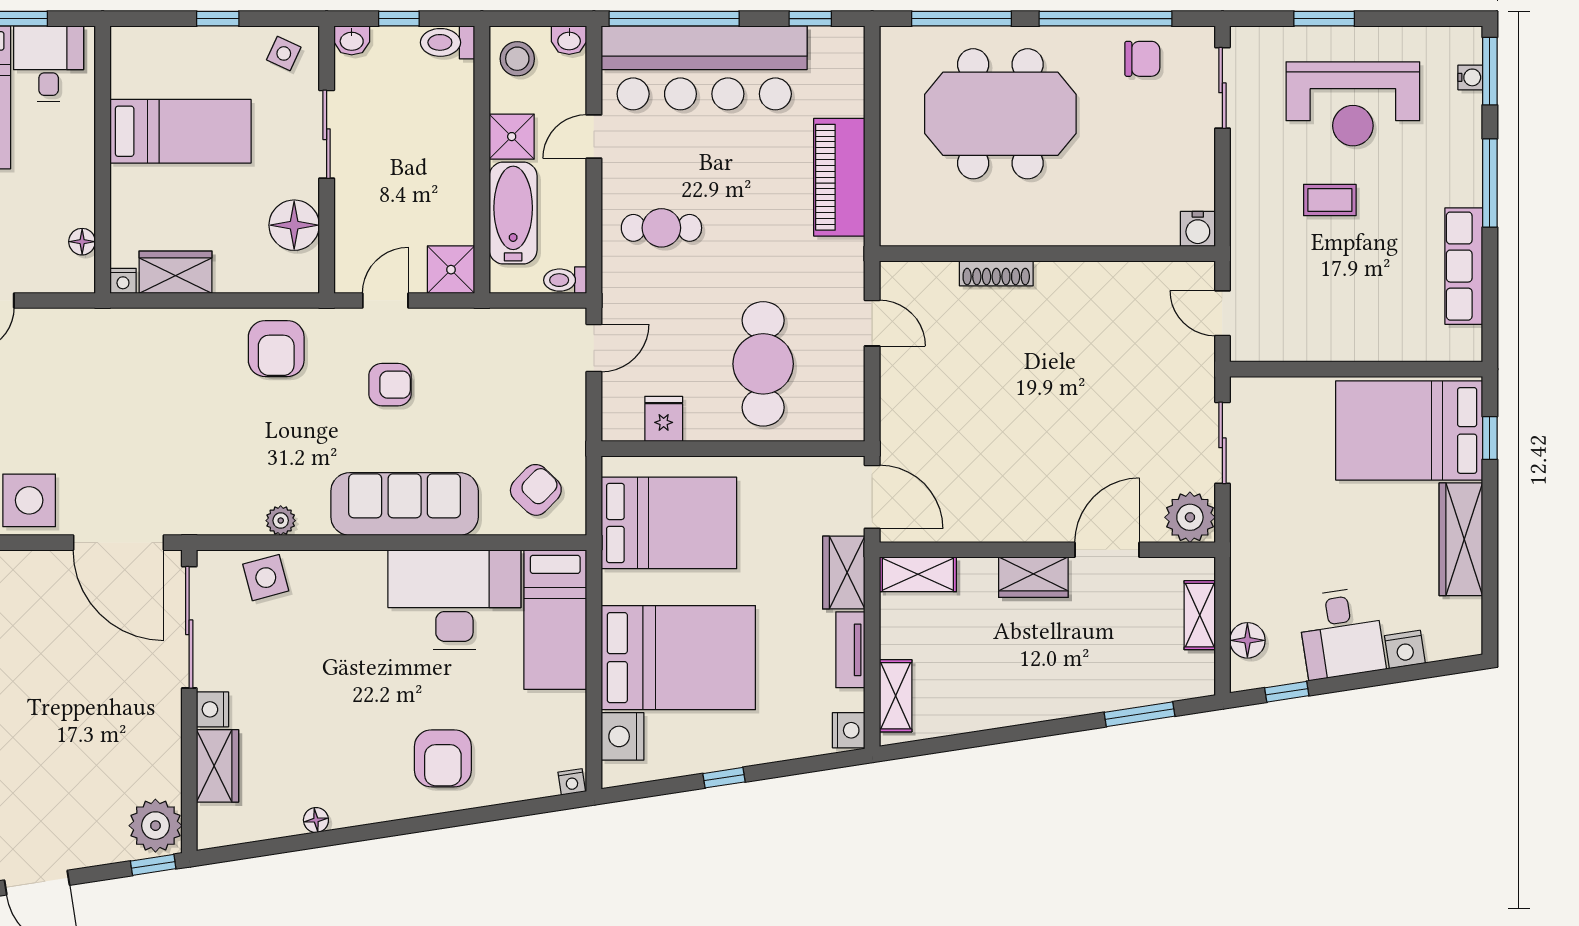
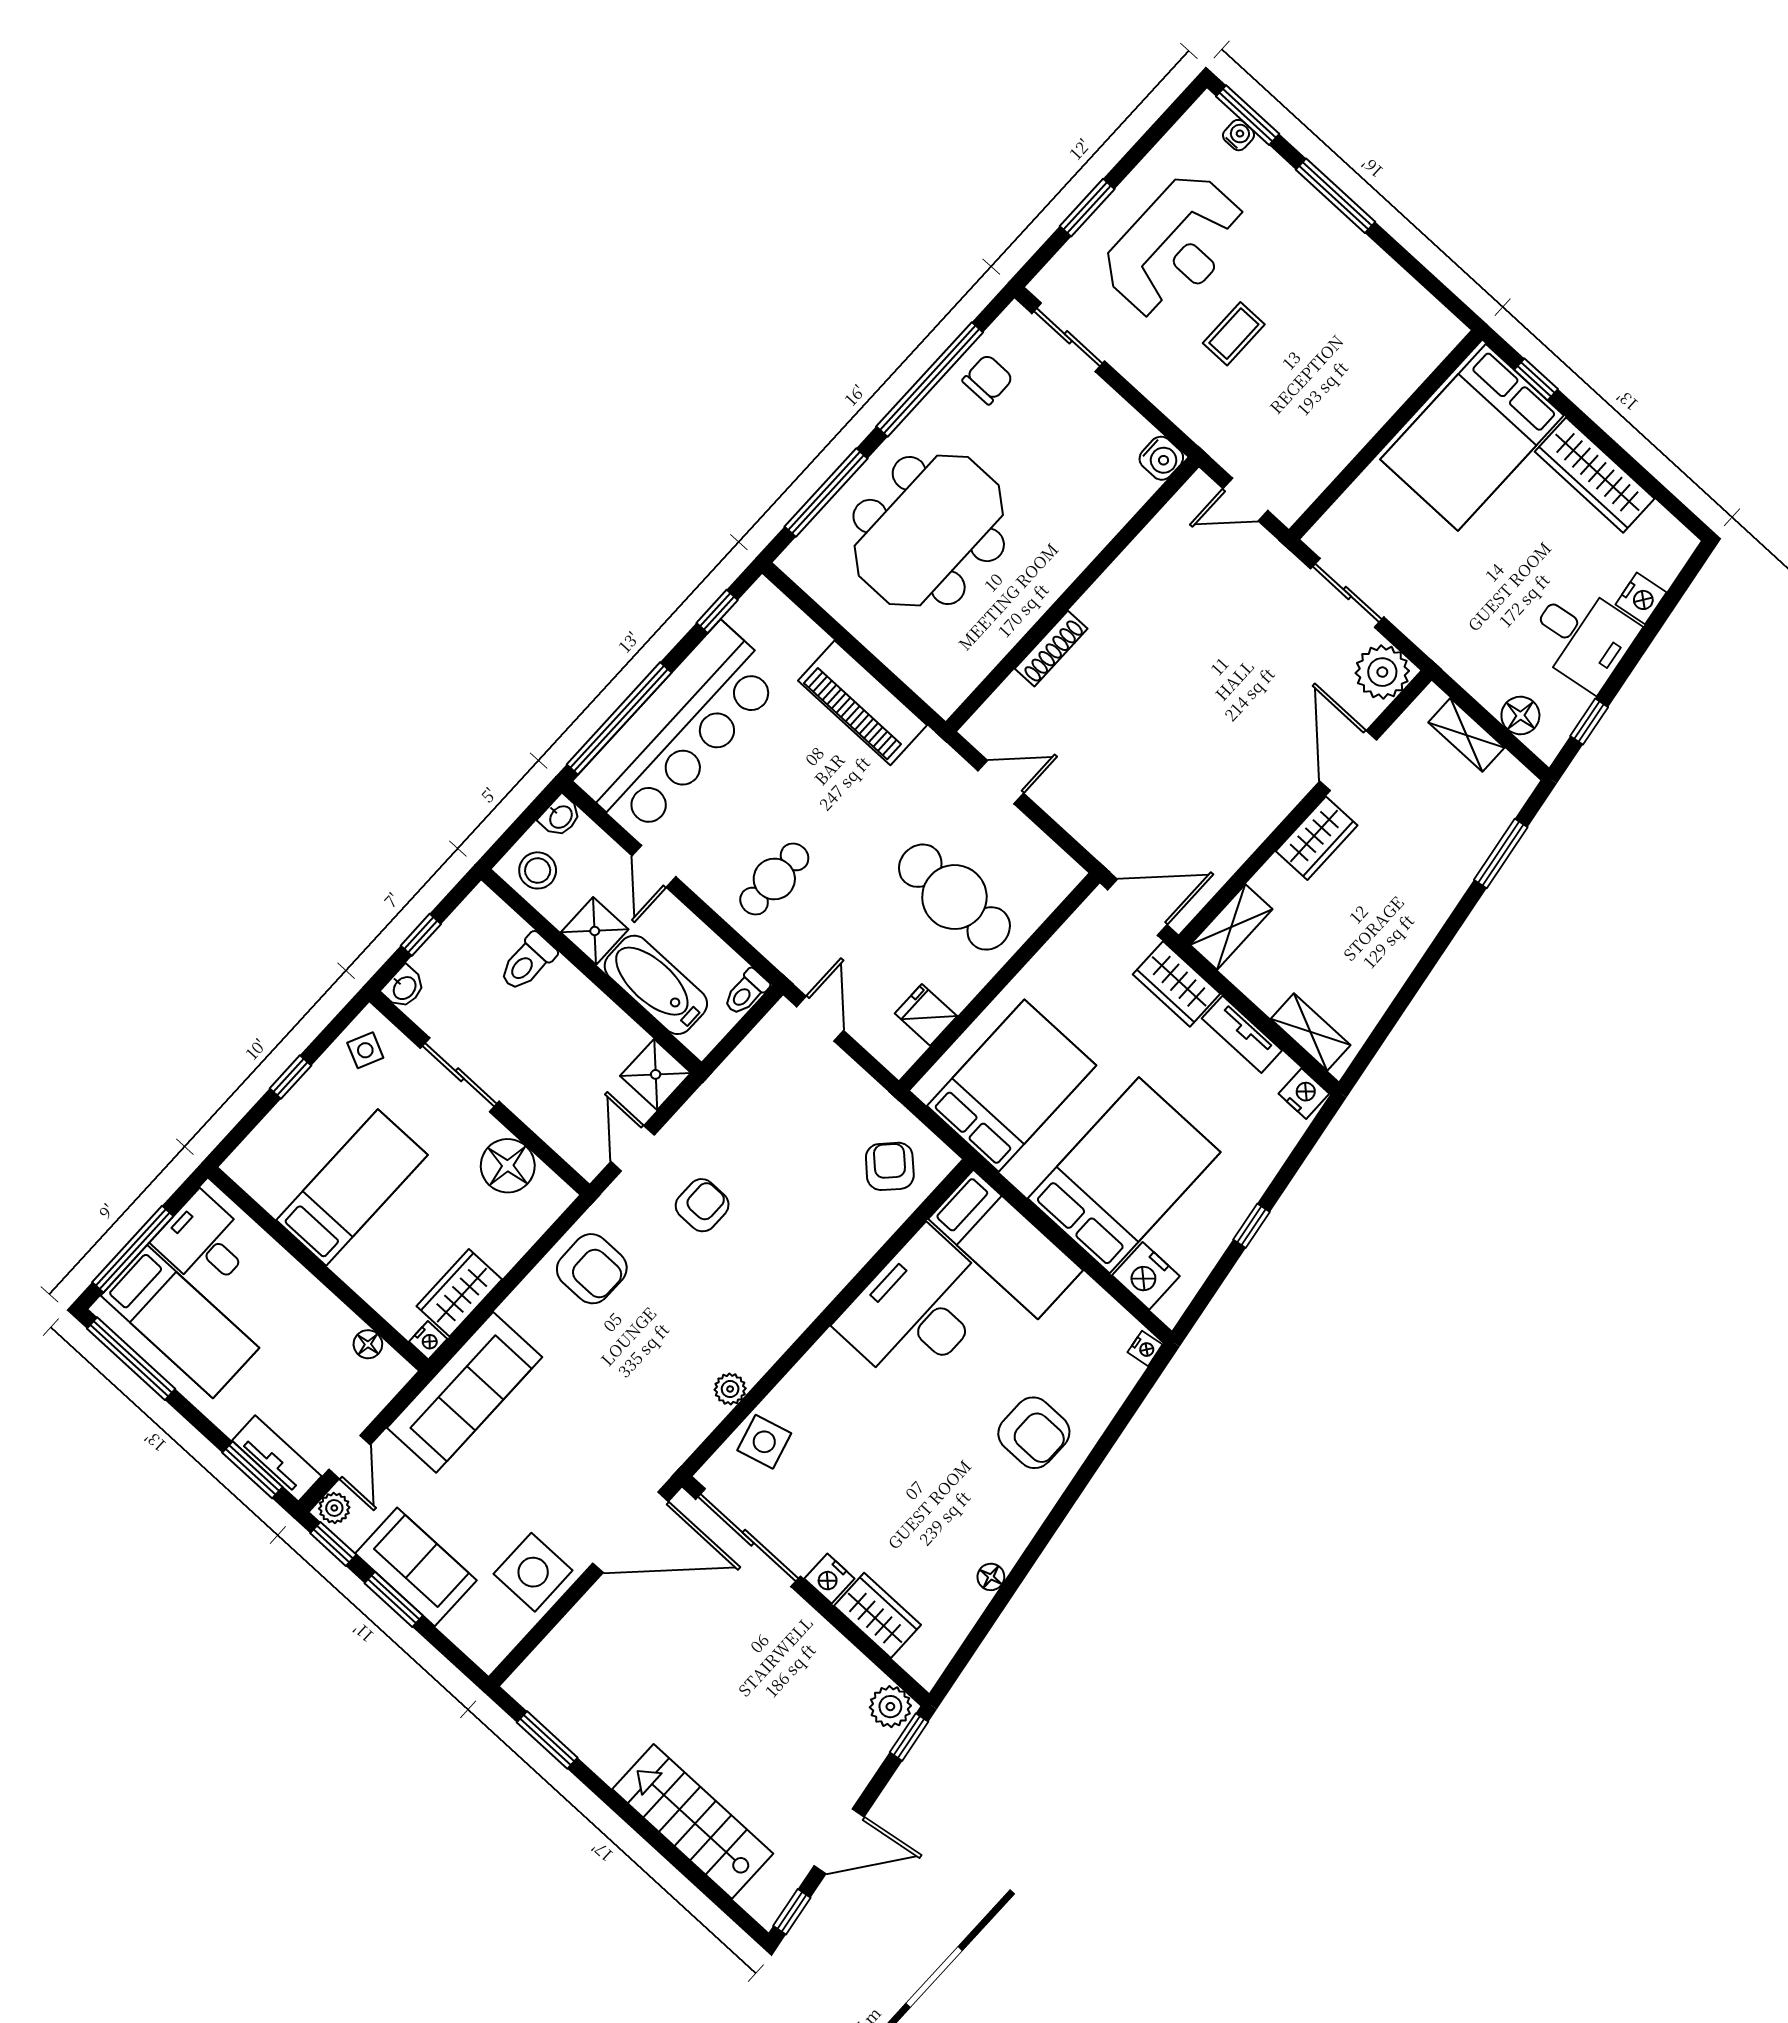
toilet: (447, 42) -> (527, 962), moved
row of seats: (1464, 266) -> (1382, 276), removed
sofa: (405, 504) -> (465, 1392), moved, turned 180
plant: (155, 826) -> (890, 1707), width x0.73, depth x0.73

